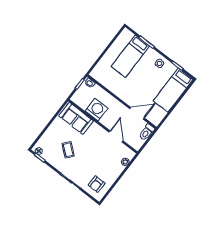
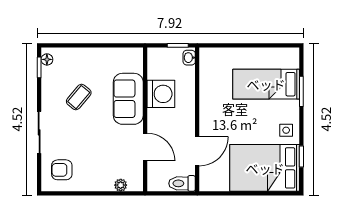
bed: (173, 90) -> (265, 168), width x1.50
door: (137, 113) -> (197, 151), hinge flipped
sofa: (76, 118) -> (128, 99), moved
door: (116, 136) -> (145, 147), hinge flipped

